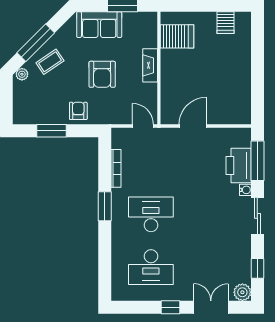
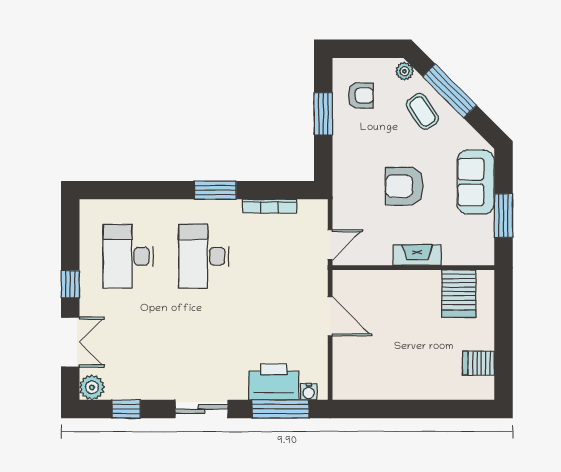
armchair: (78, 111) -> (361, 95), moved
water cooler: (245, 190) -> (309, 392), moved
desk: (151, 214) -> (204, 256), turned 180

